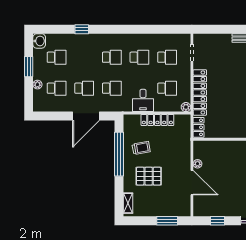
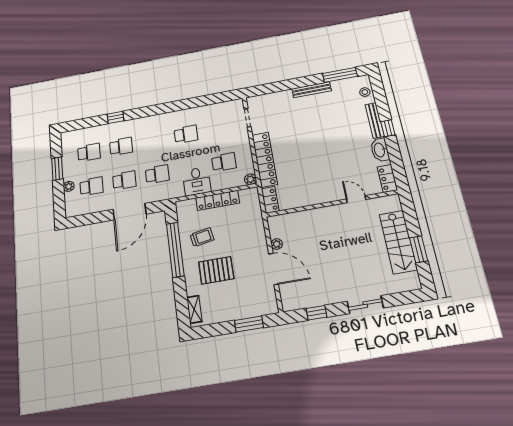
washbasin: (39, 41) -> (68, 139), removed
school desk: (112, 57) -> (121, 146), moved
school desk: (167, 57) -> (219, 128), removed

